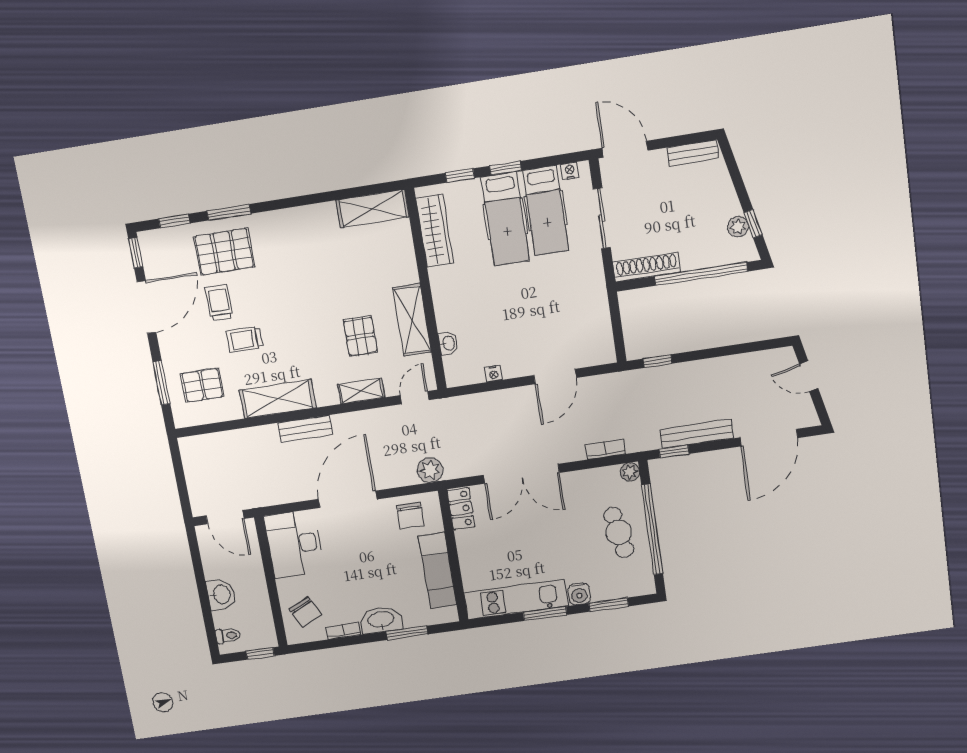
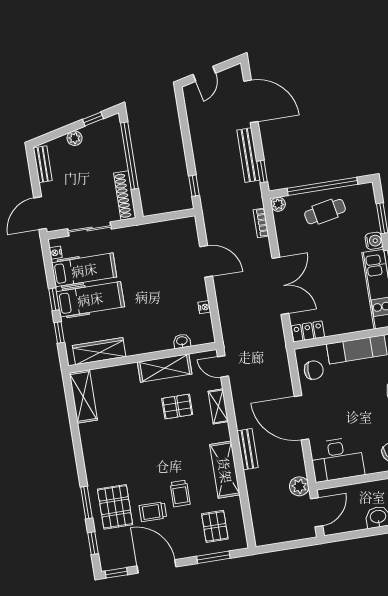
plant: (738, 227) -> (75, 138), moved
plant: (430, 470) -> (299, 486), moved

